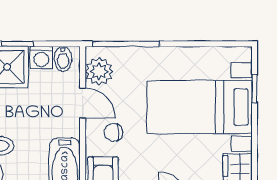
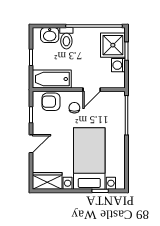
bidet: (63, 59) -> (118, 78), removed
plant: (99, 71) -> (110, 99), removed

